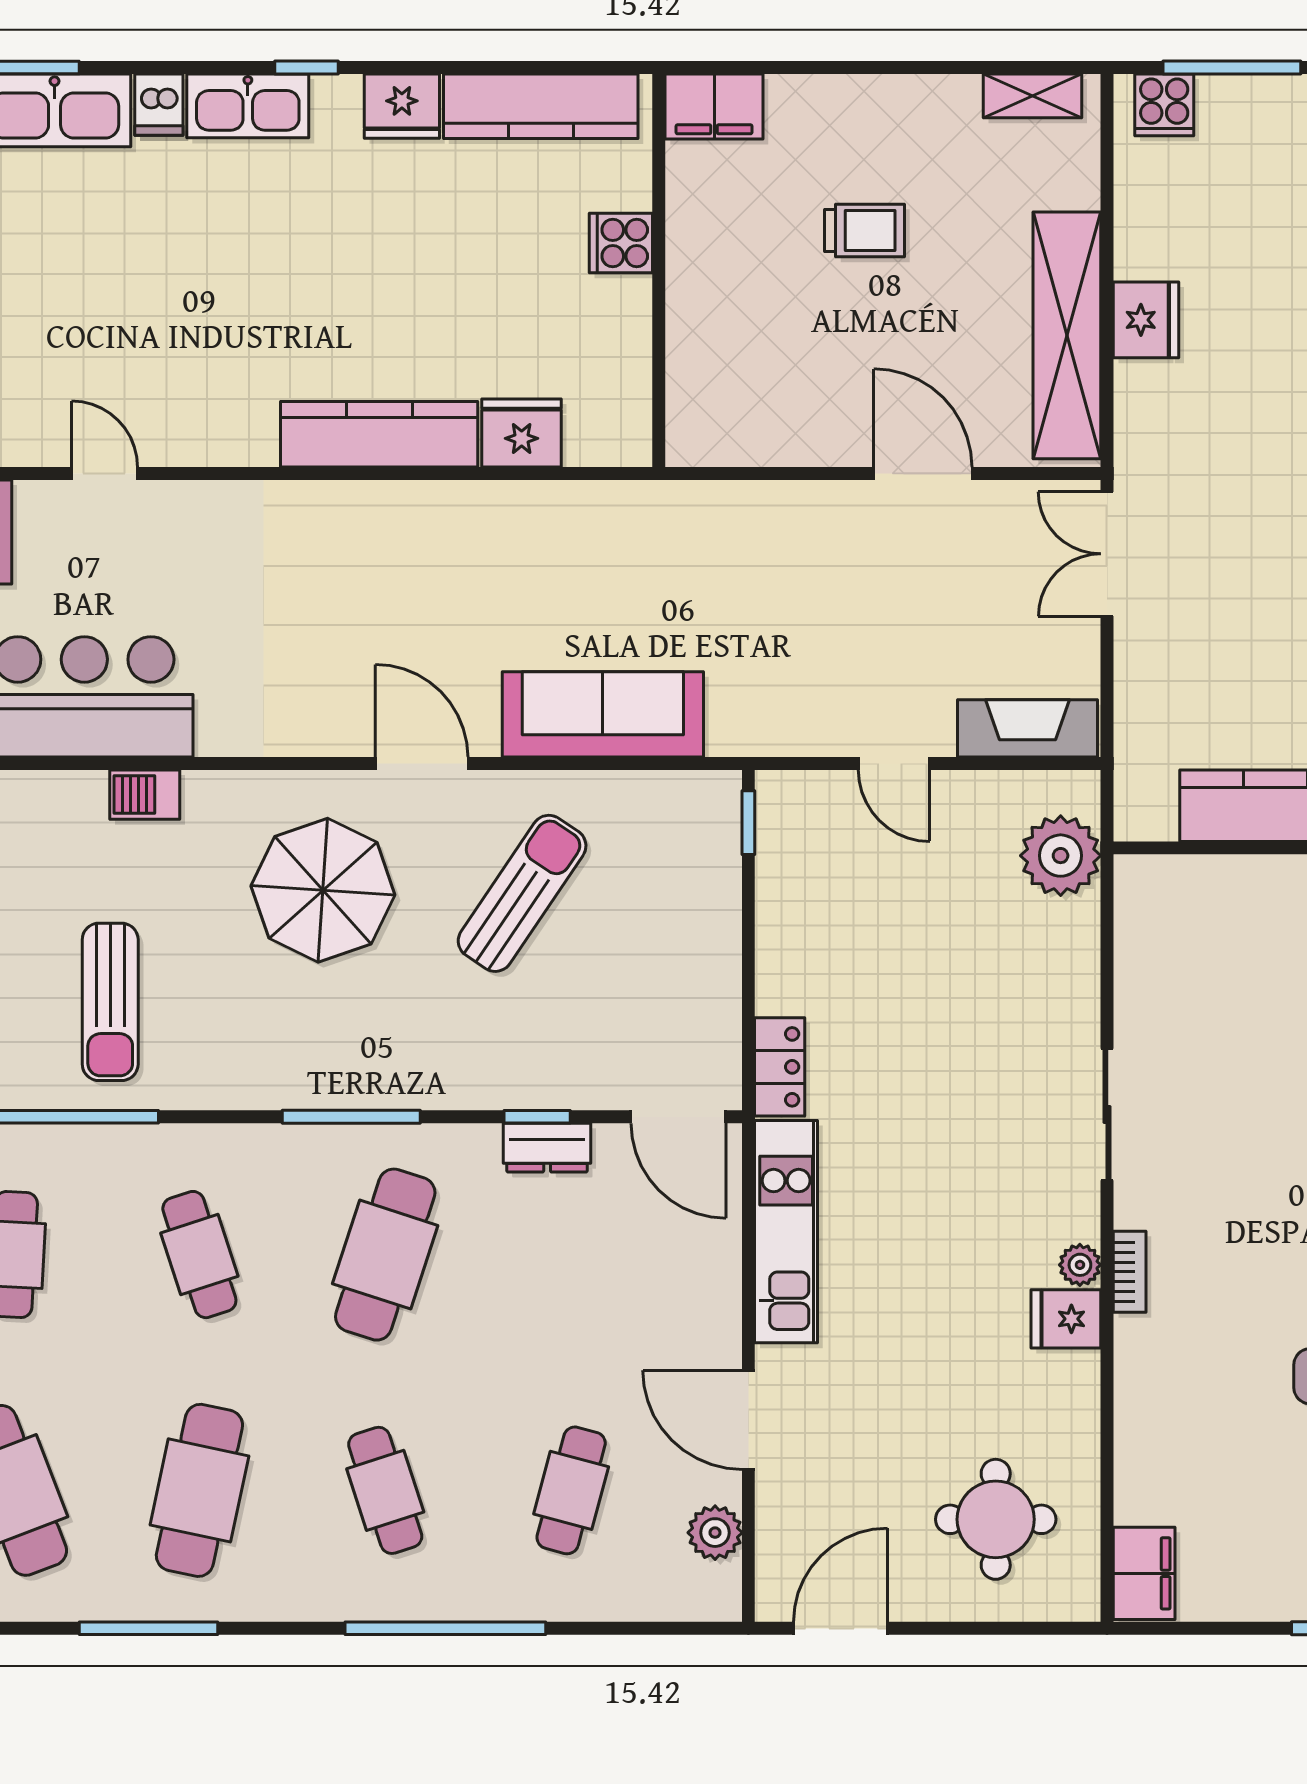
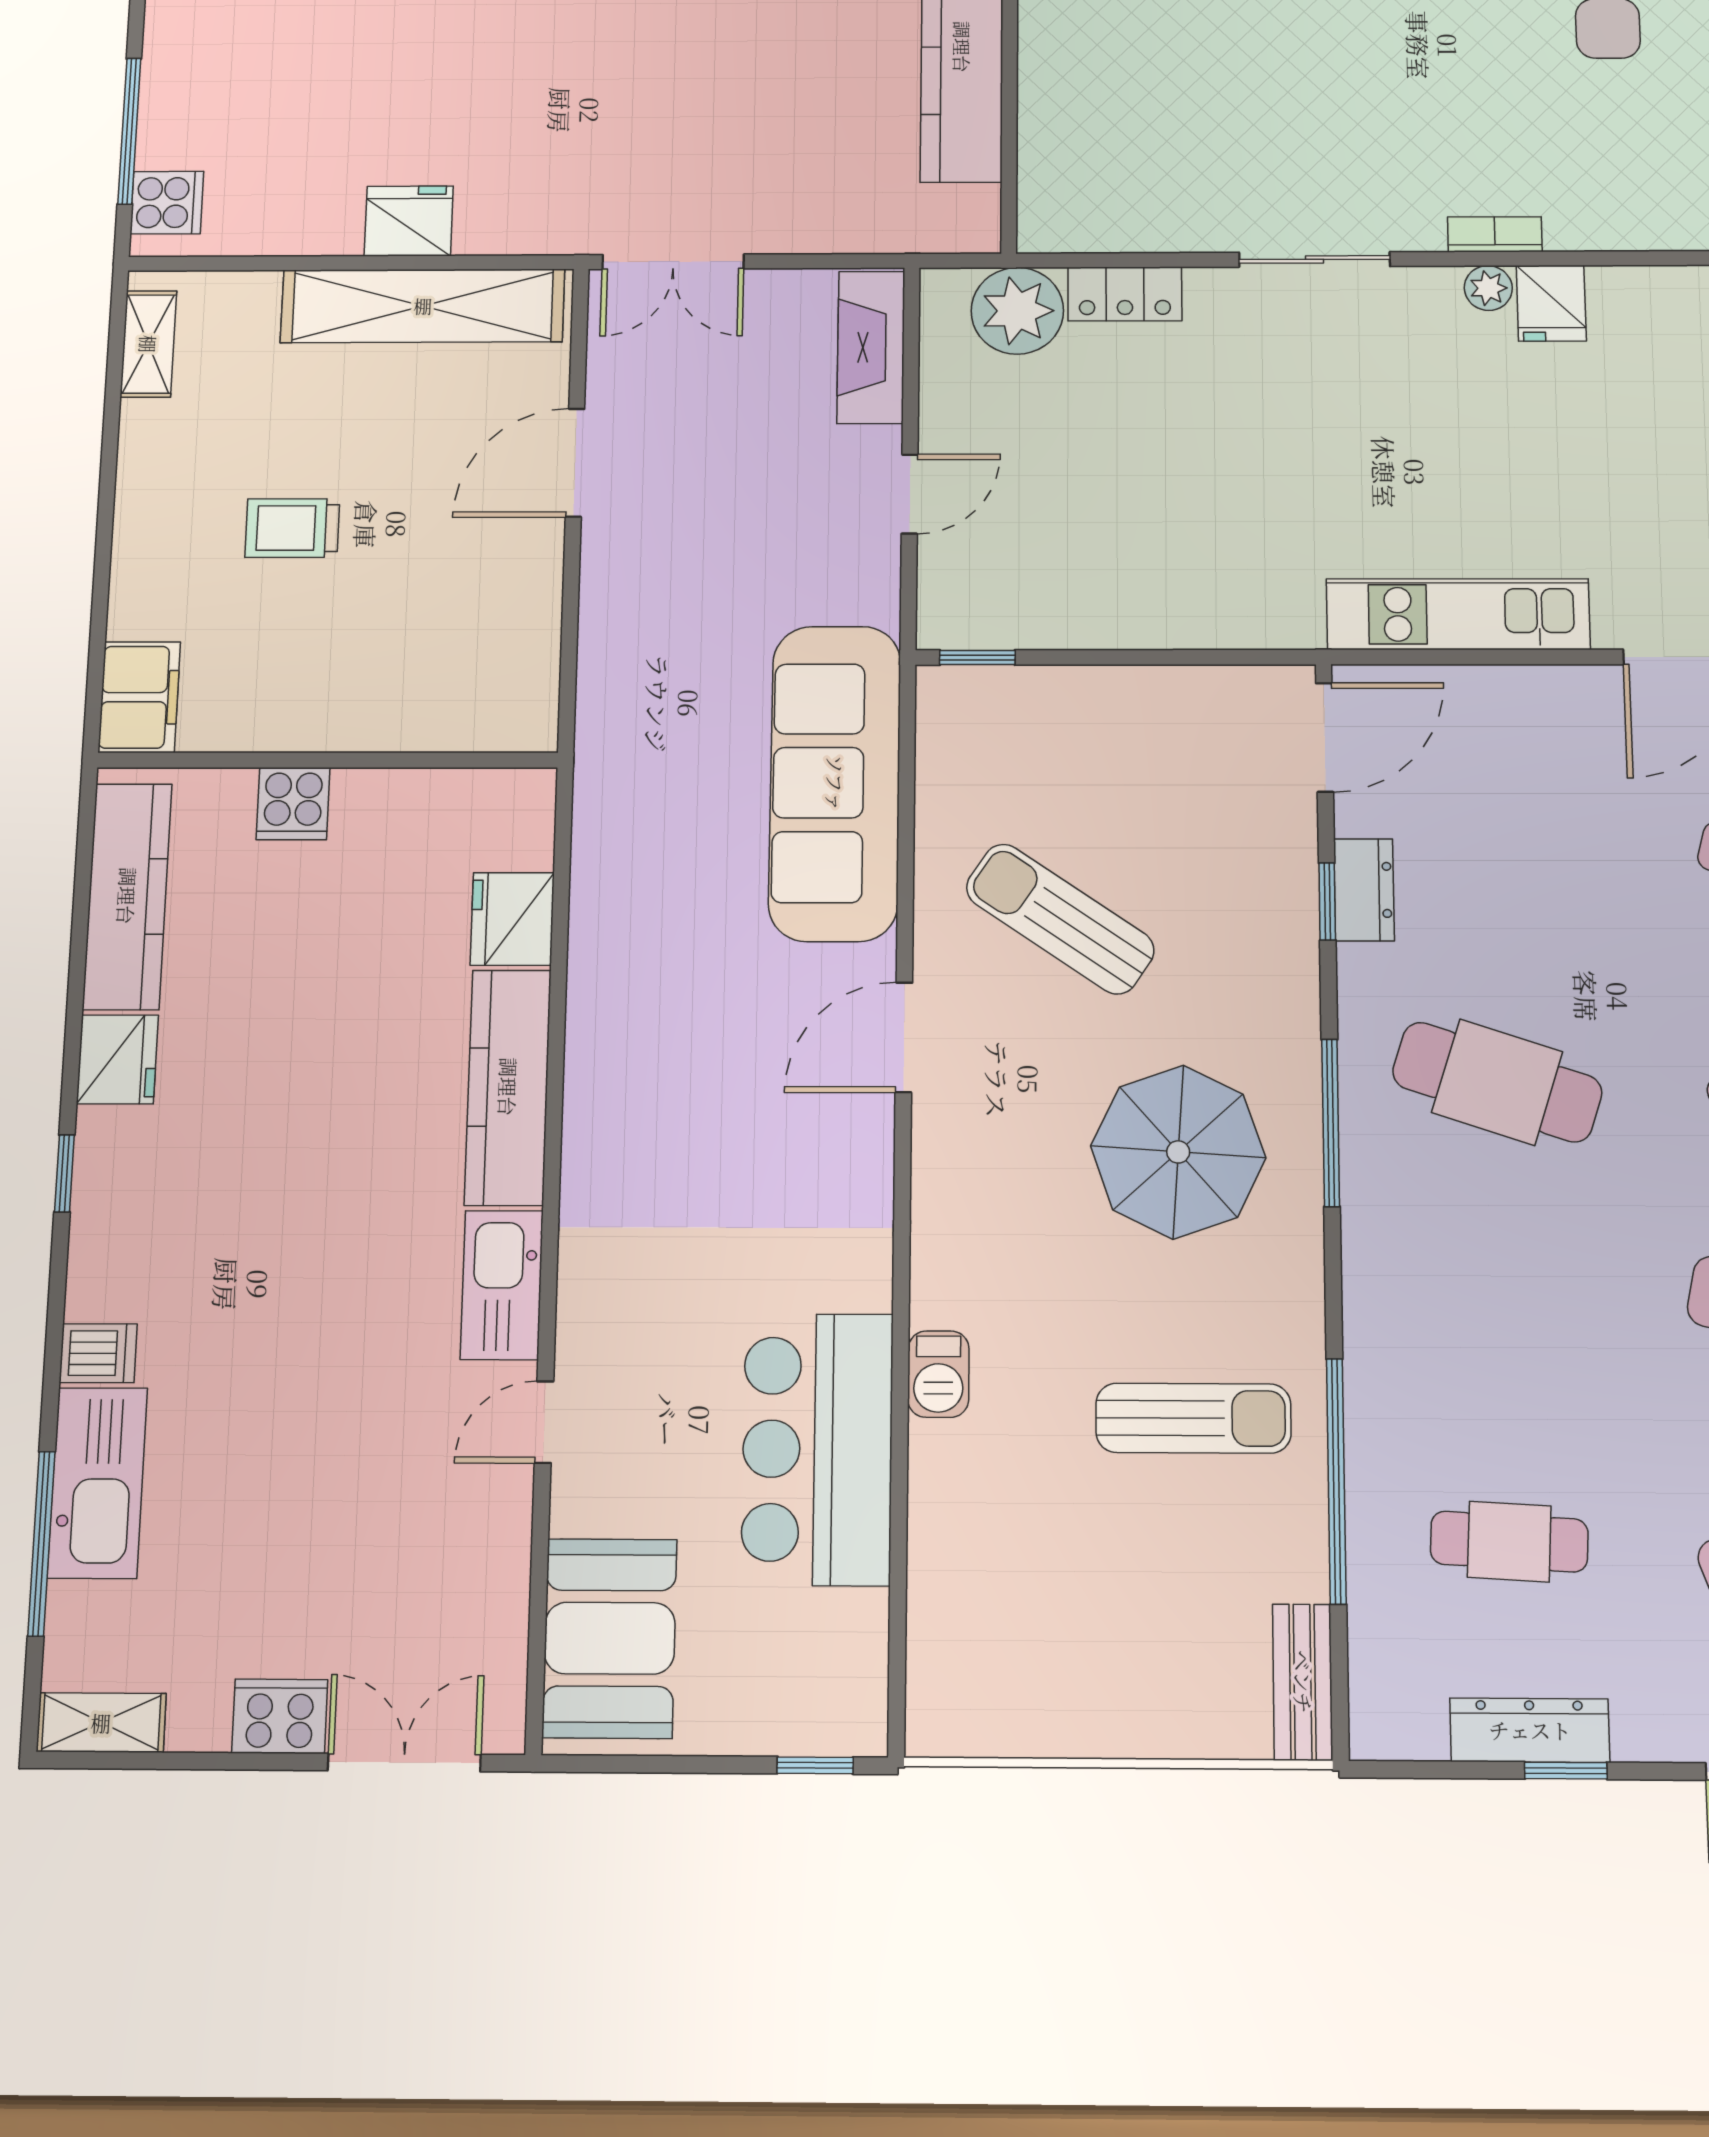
kitchen sink: (248, 106) -> (502, 1285), moved, turned 180
trolley: (864, 231) -> (292, 528), turned -90
sofa: (603, 714) -> (835, 783), width x1.36, depth x1.27
parasol: (323, 890) -> (1178, 1152), moved
locker: (780, 1067) -> (1125, 294), moved, turned 180
cafe table: (199, 1255) -> (1503, 1309), removed

